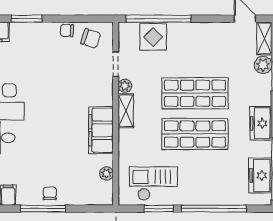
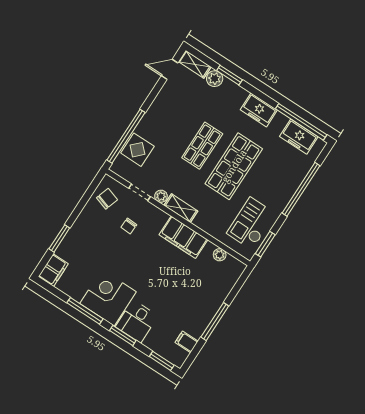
chair: (67, 30) -> (129, 226), moved
shop shelf: (195, 93) -> (202, 146), width x0.70, depth x0.74
chair: (50, 193) -> (206, 309), removed
window: (159, 209) -> (265, 244), moved

